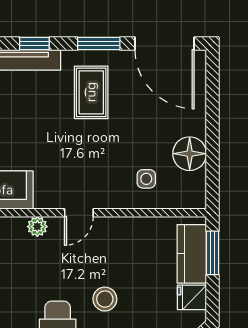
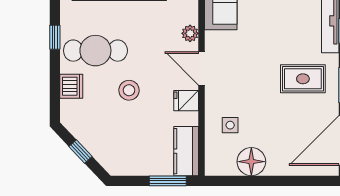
door: (79, 213) -> (202, 68), width x1.38
kitchen counter: (192, 254) -> (186, 151), moved, turned -90
fridge: (192, 297) -> (186, 101), moved, turned -90

